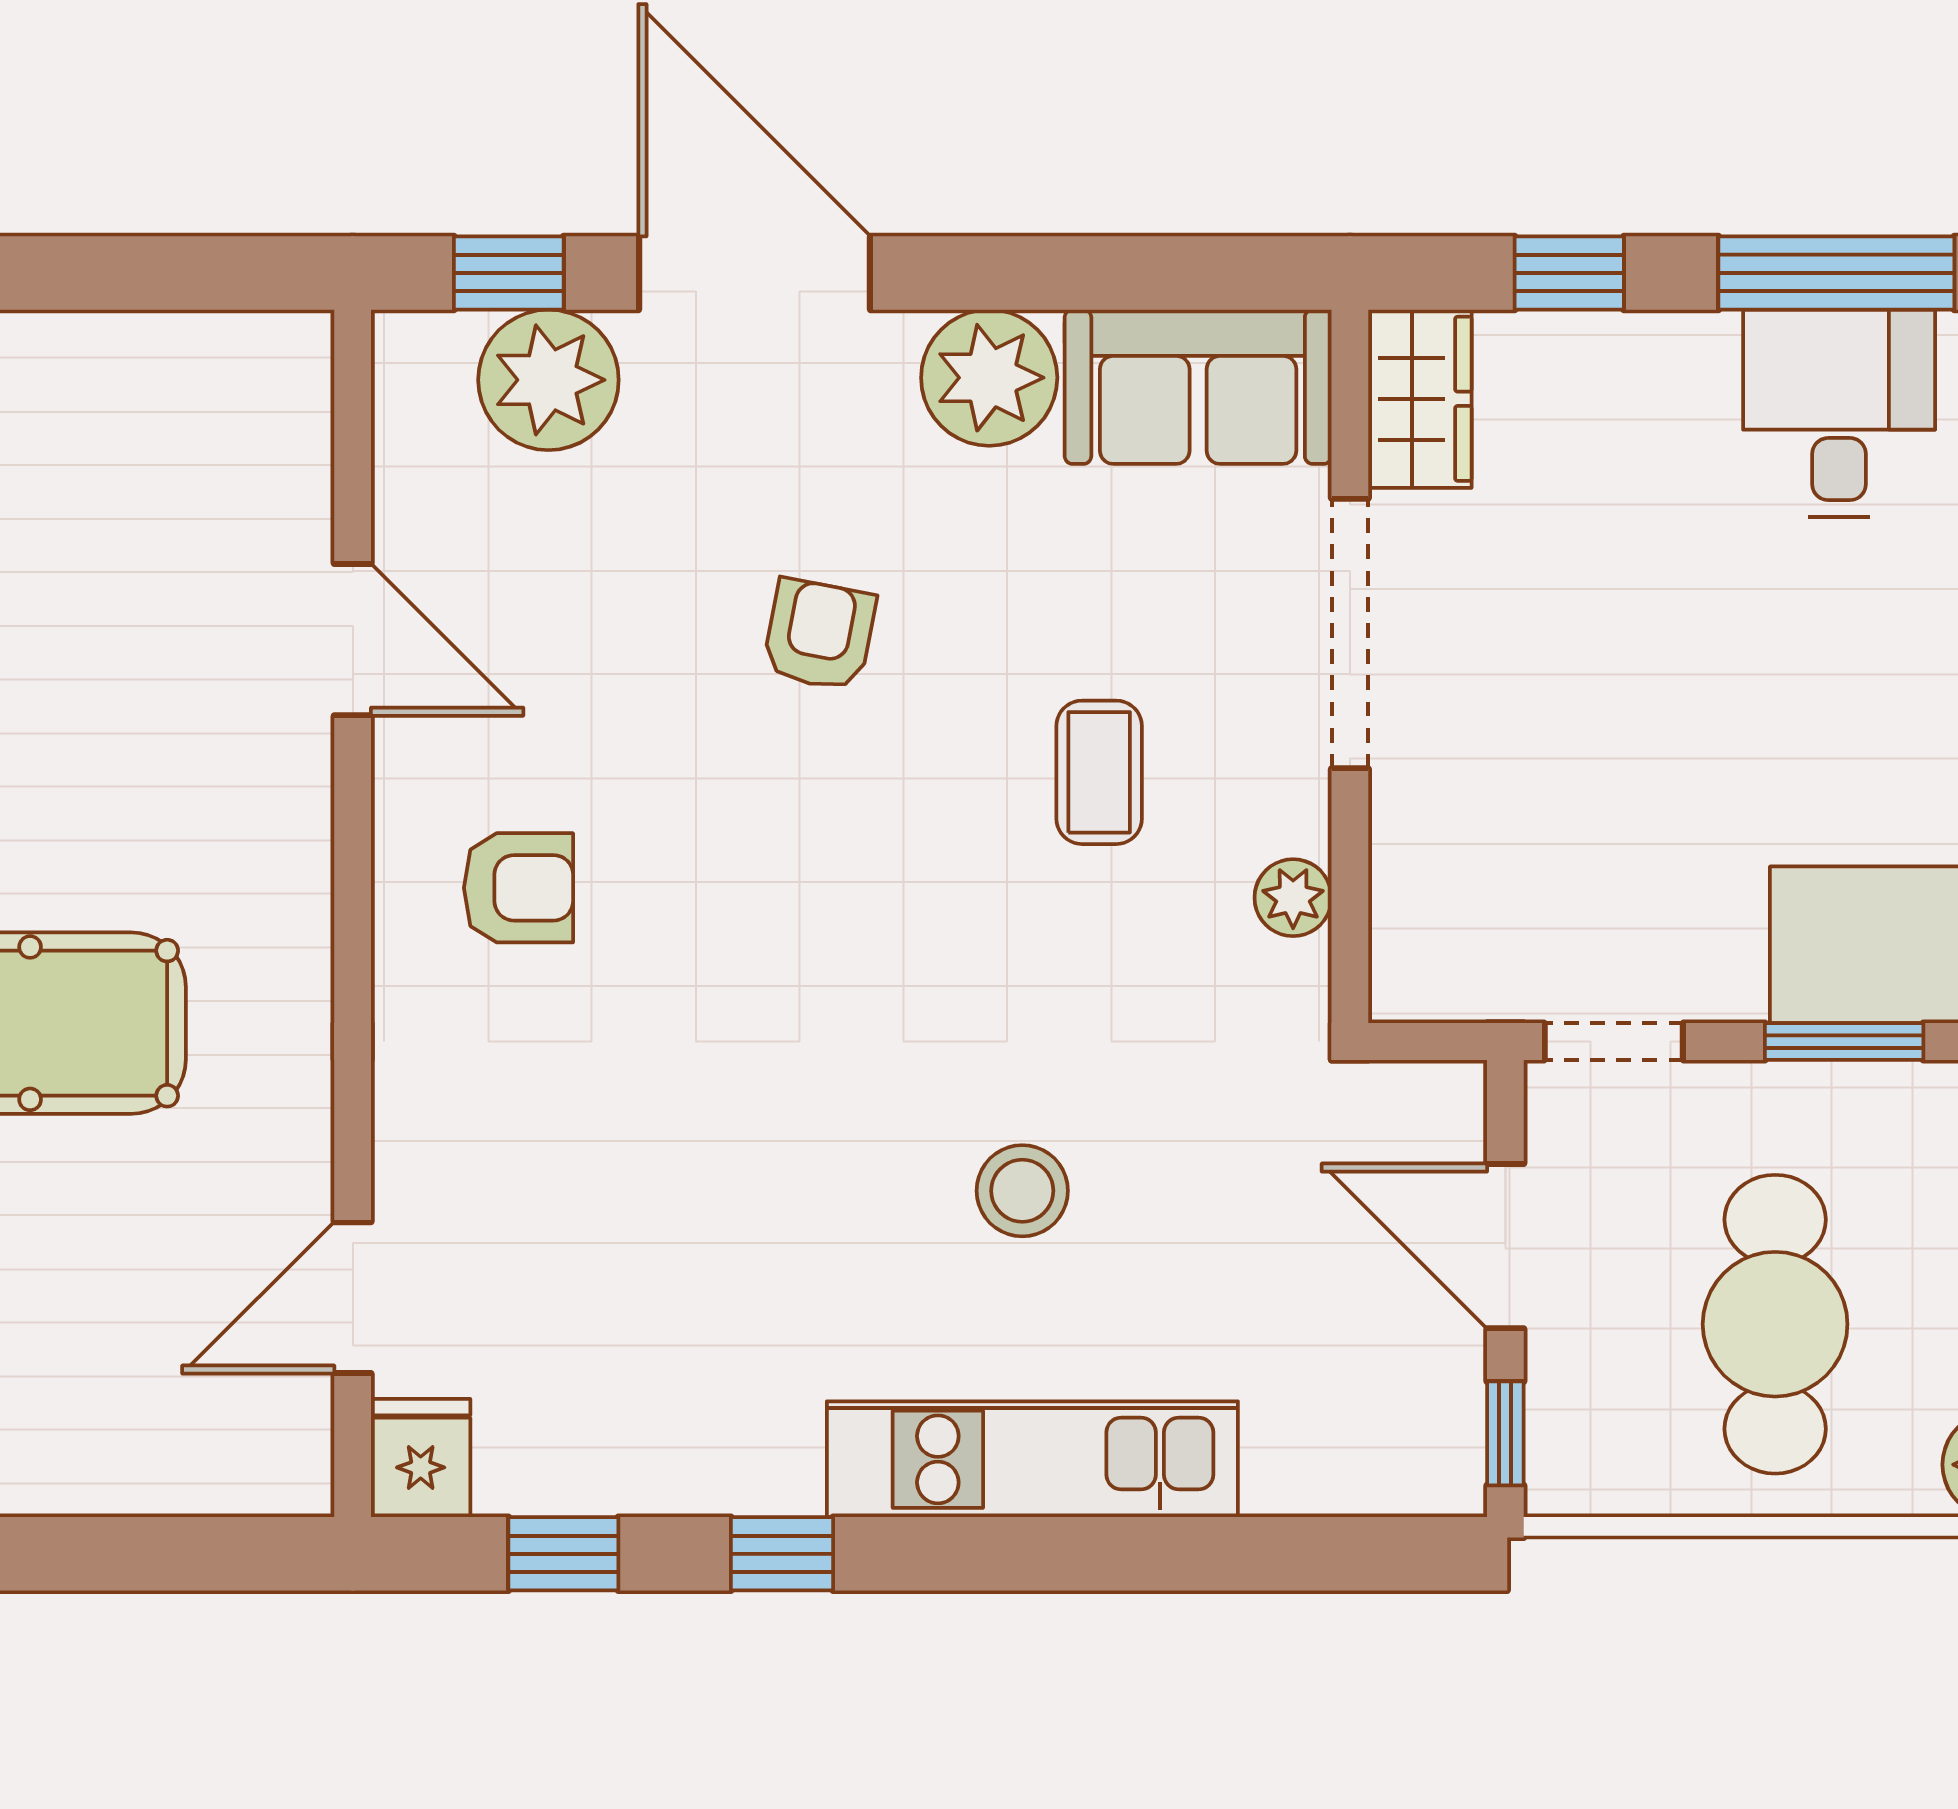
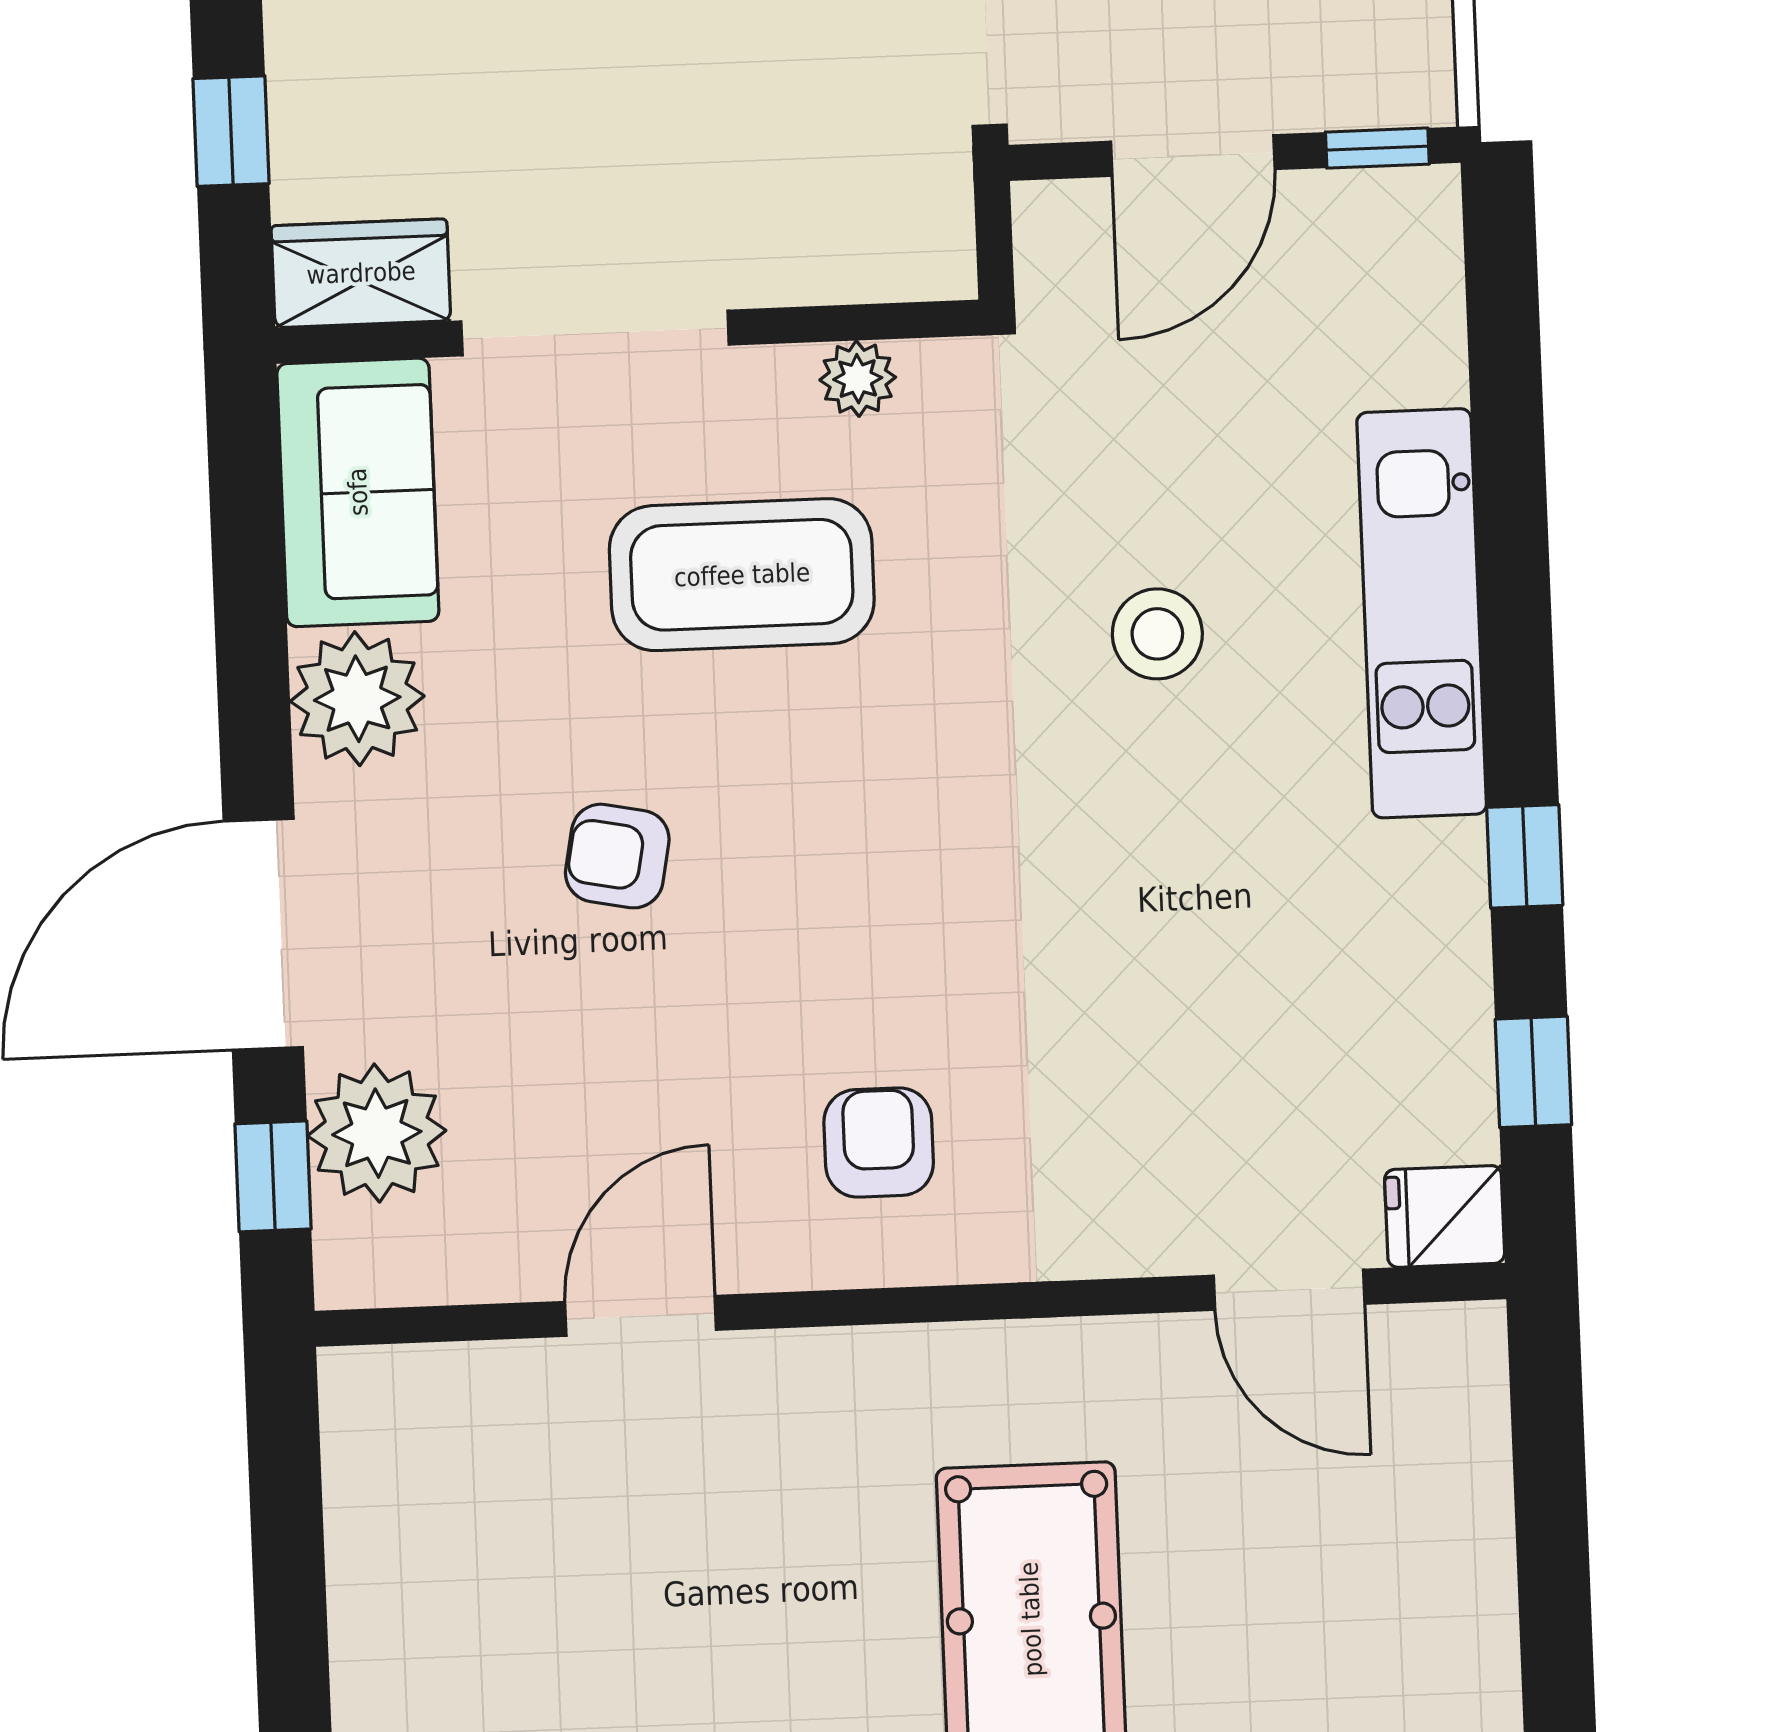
coffee table: (1099, 772) -> (742, 575), width x1.86, depth x1.72

